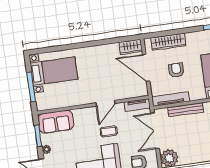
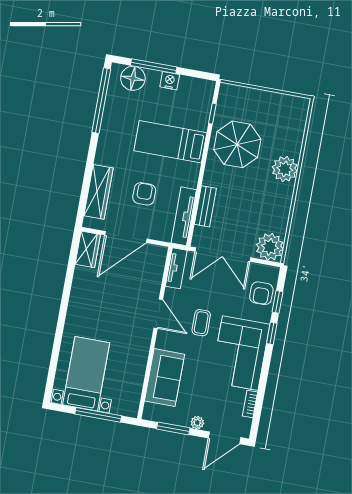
armchair: (176, 70) -> (144, 194), turned 90
bench: (186, 110) -> (205, 206), width x0.73
sofa: (56, 122) -> (165, 378), moved

